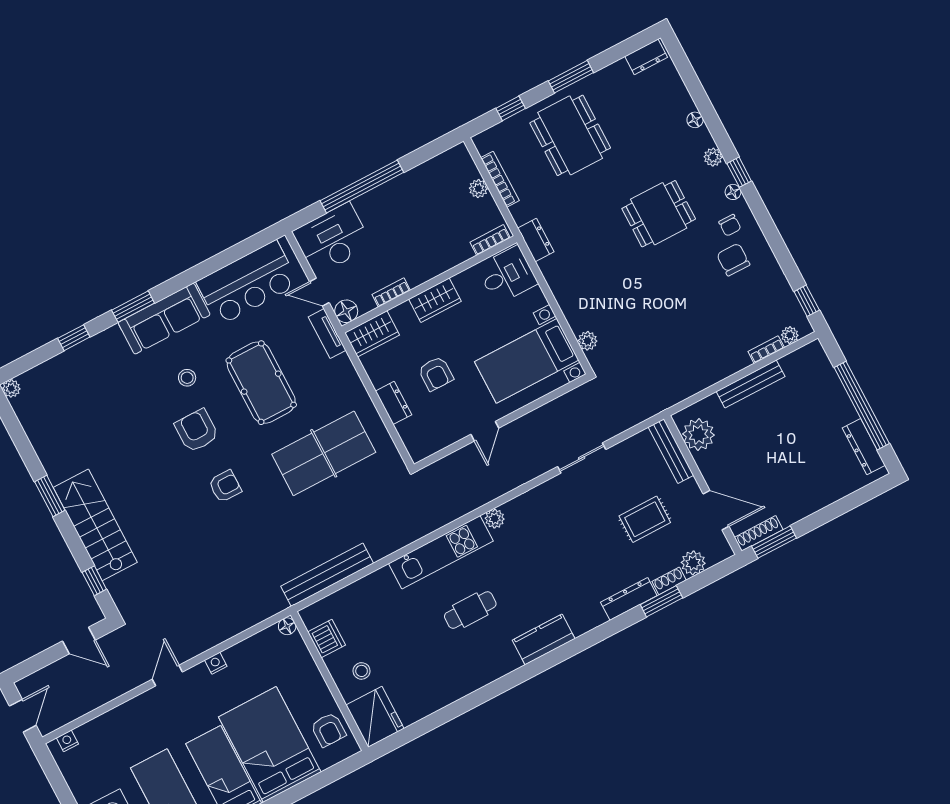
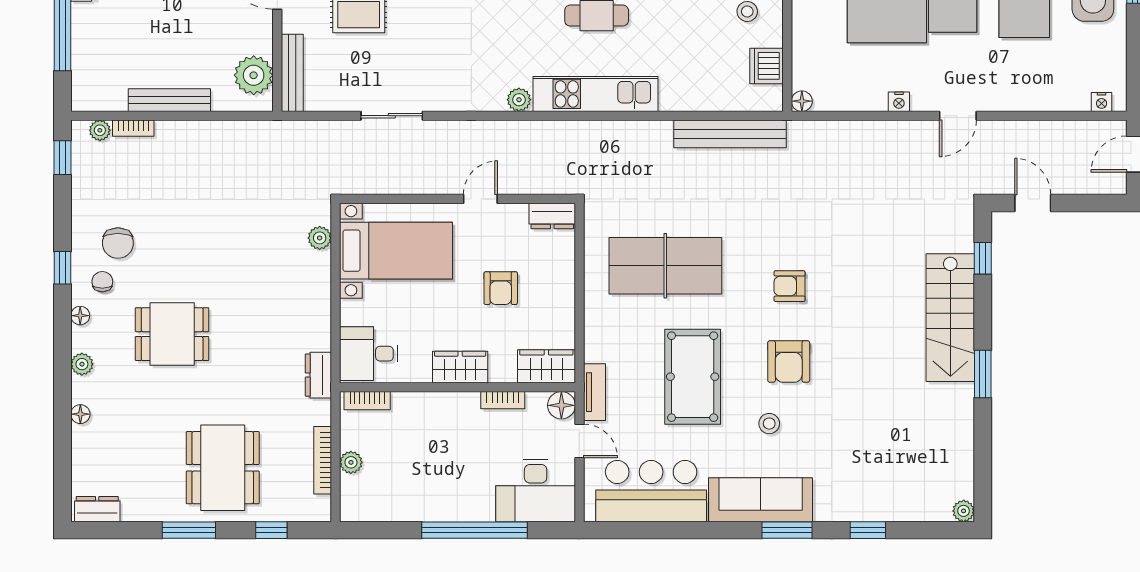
window: (739, 172) -> (62, 268), moved
armchair: (436, 374) -> (501, 288), turned 180
dresser: (393, 403) -> (552, 216), moved, turned -90

